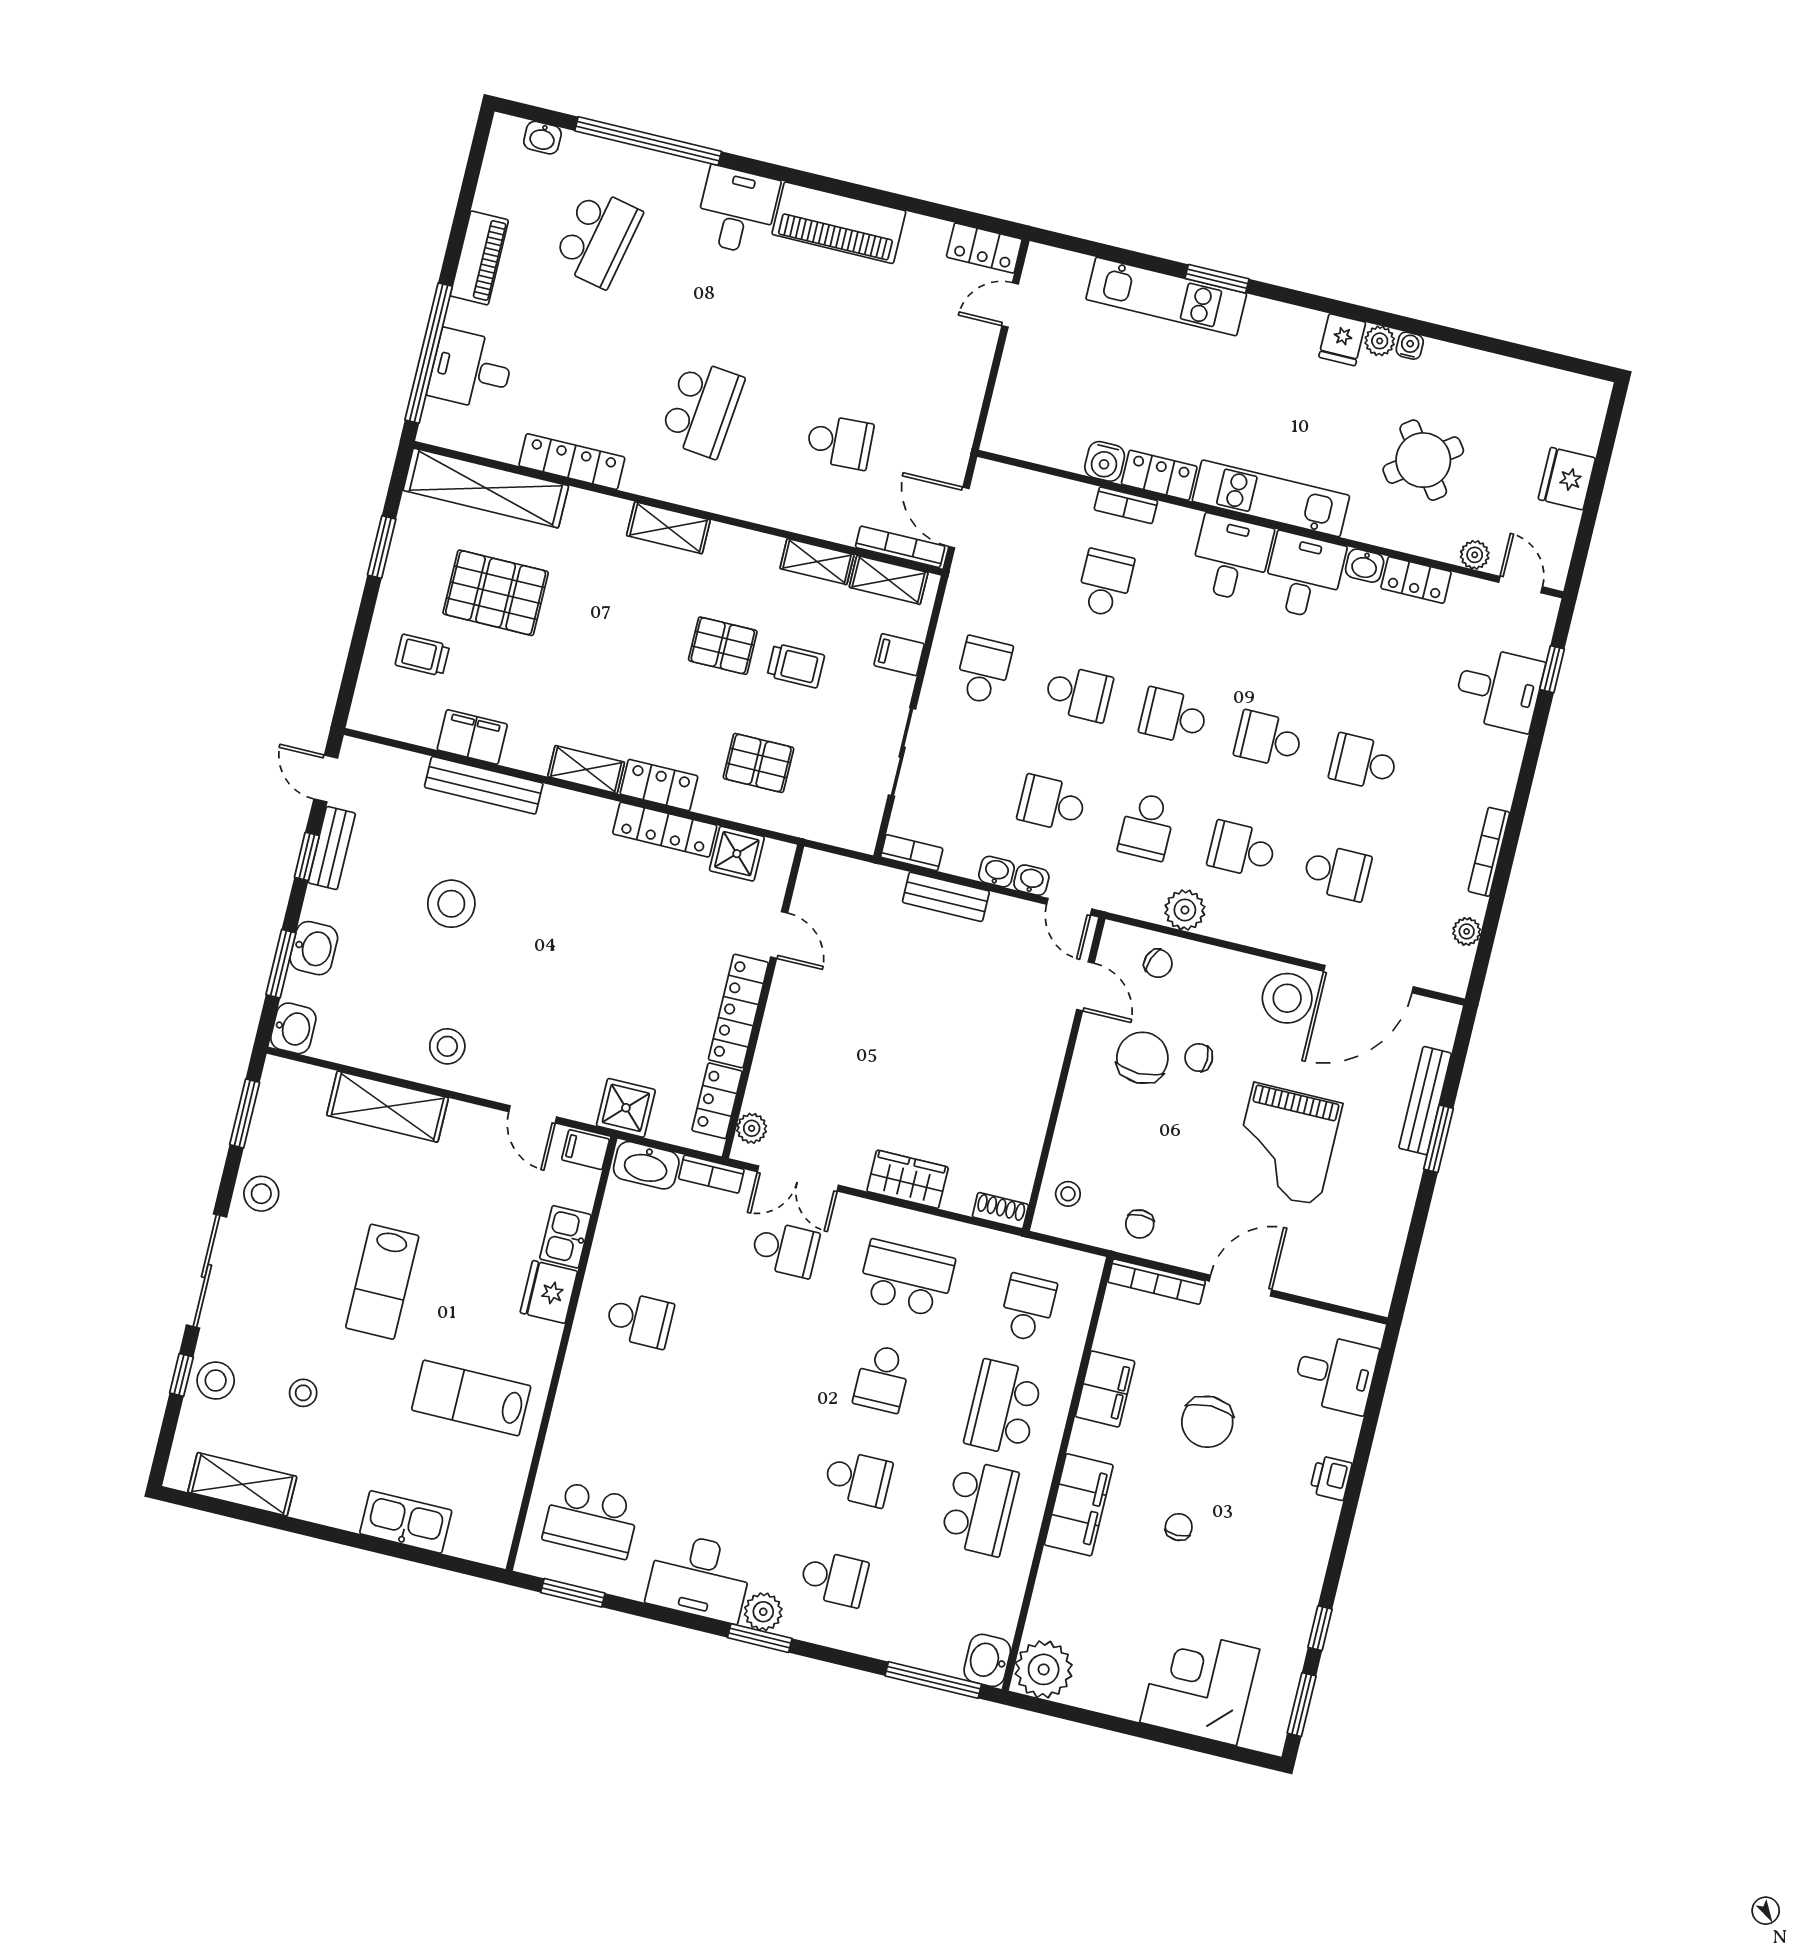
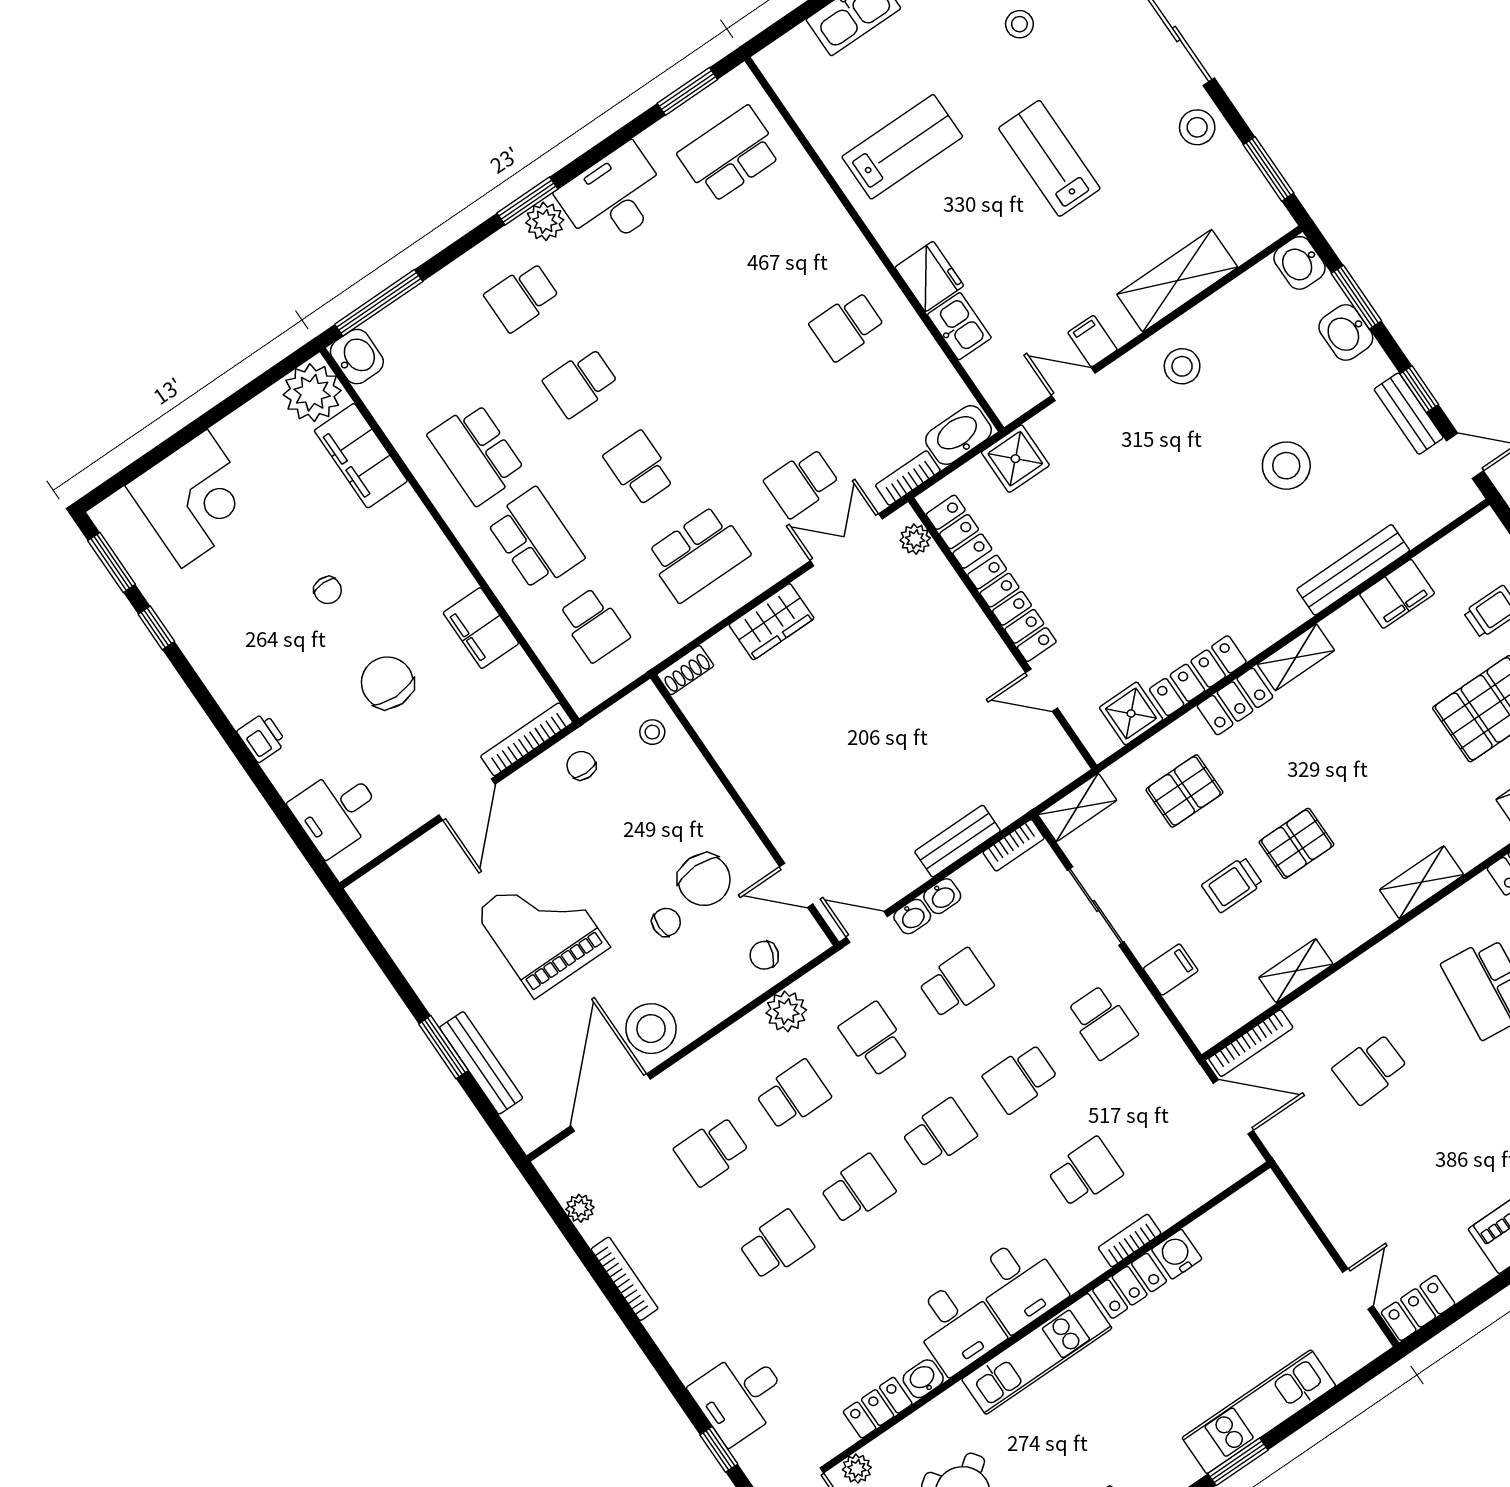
shelving: (889, 580) -> (1077, 807), moved
school desk: (1105, 583) -> (1085, 1172), turned -90
filing cabinet: (586, 1150) -> (1092, 341), moved, turned -90
filing cabinet: (1079, 1505) -> (361, 456), moved

